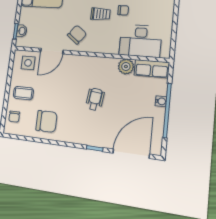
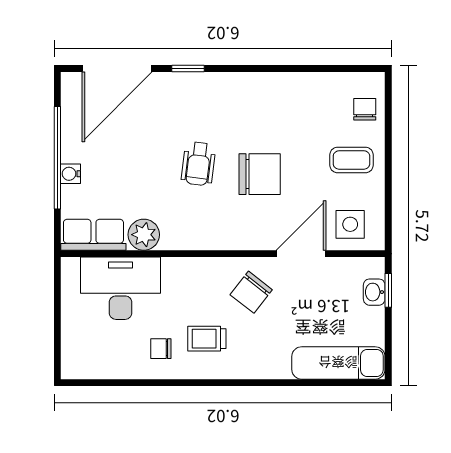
chair: (46, 121) -> (260, 174), moved, turned 180

